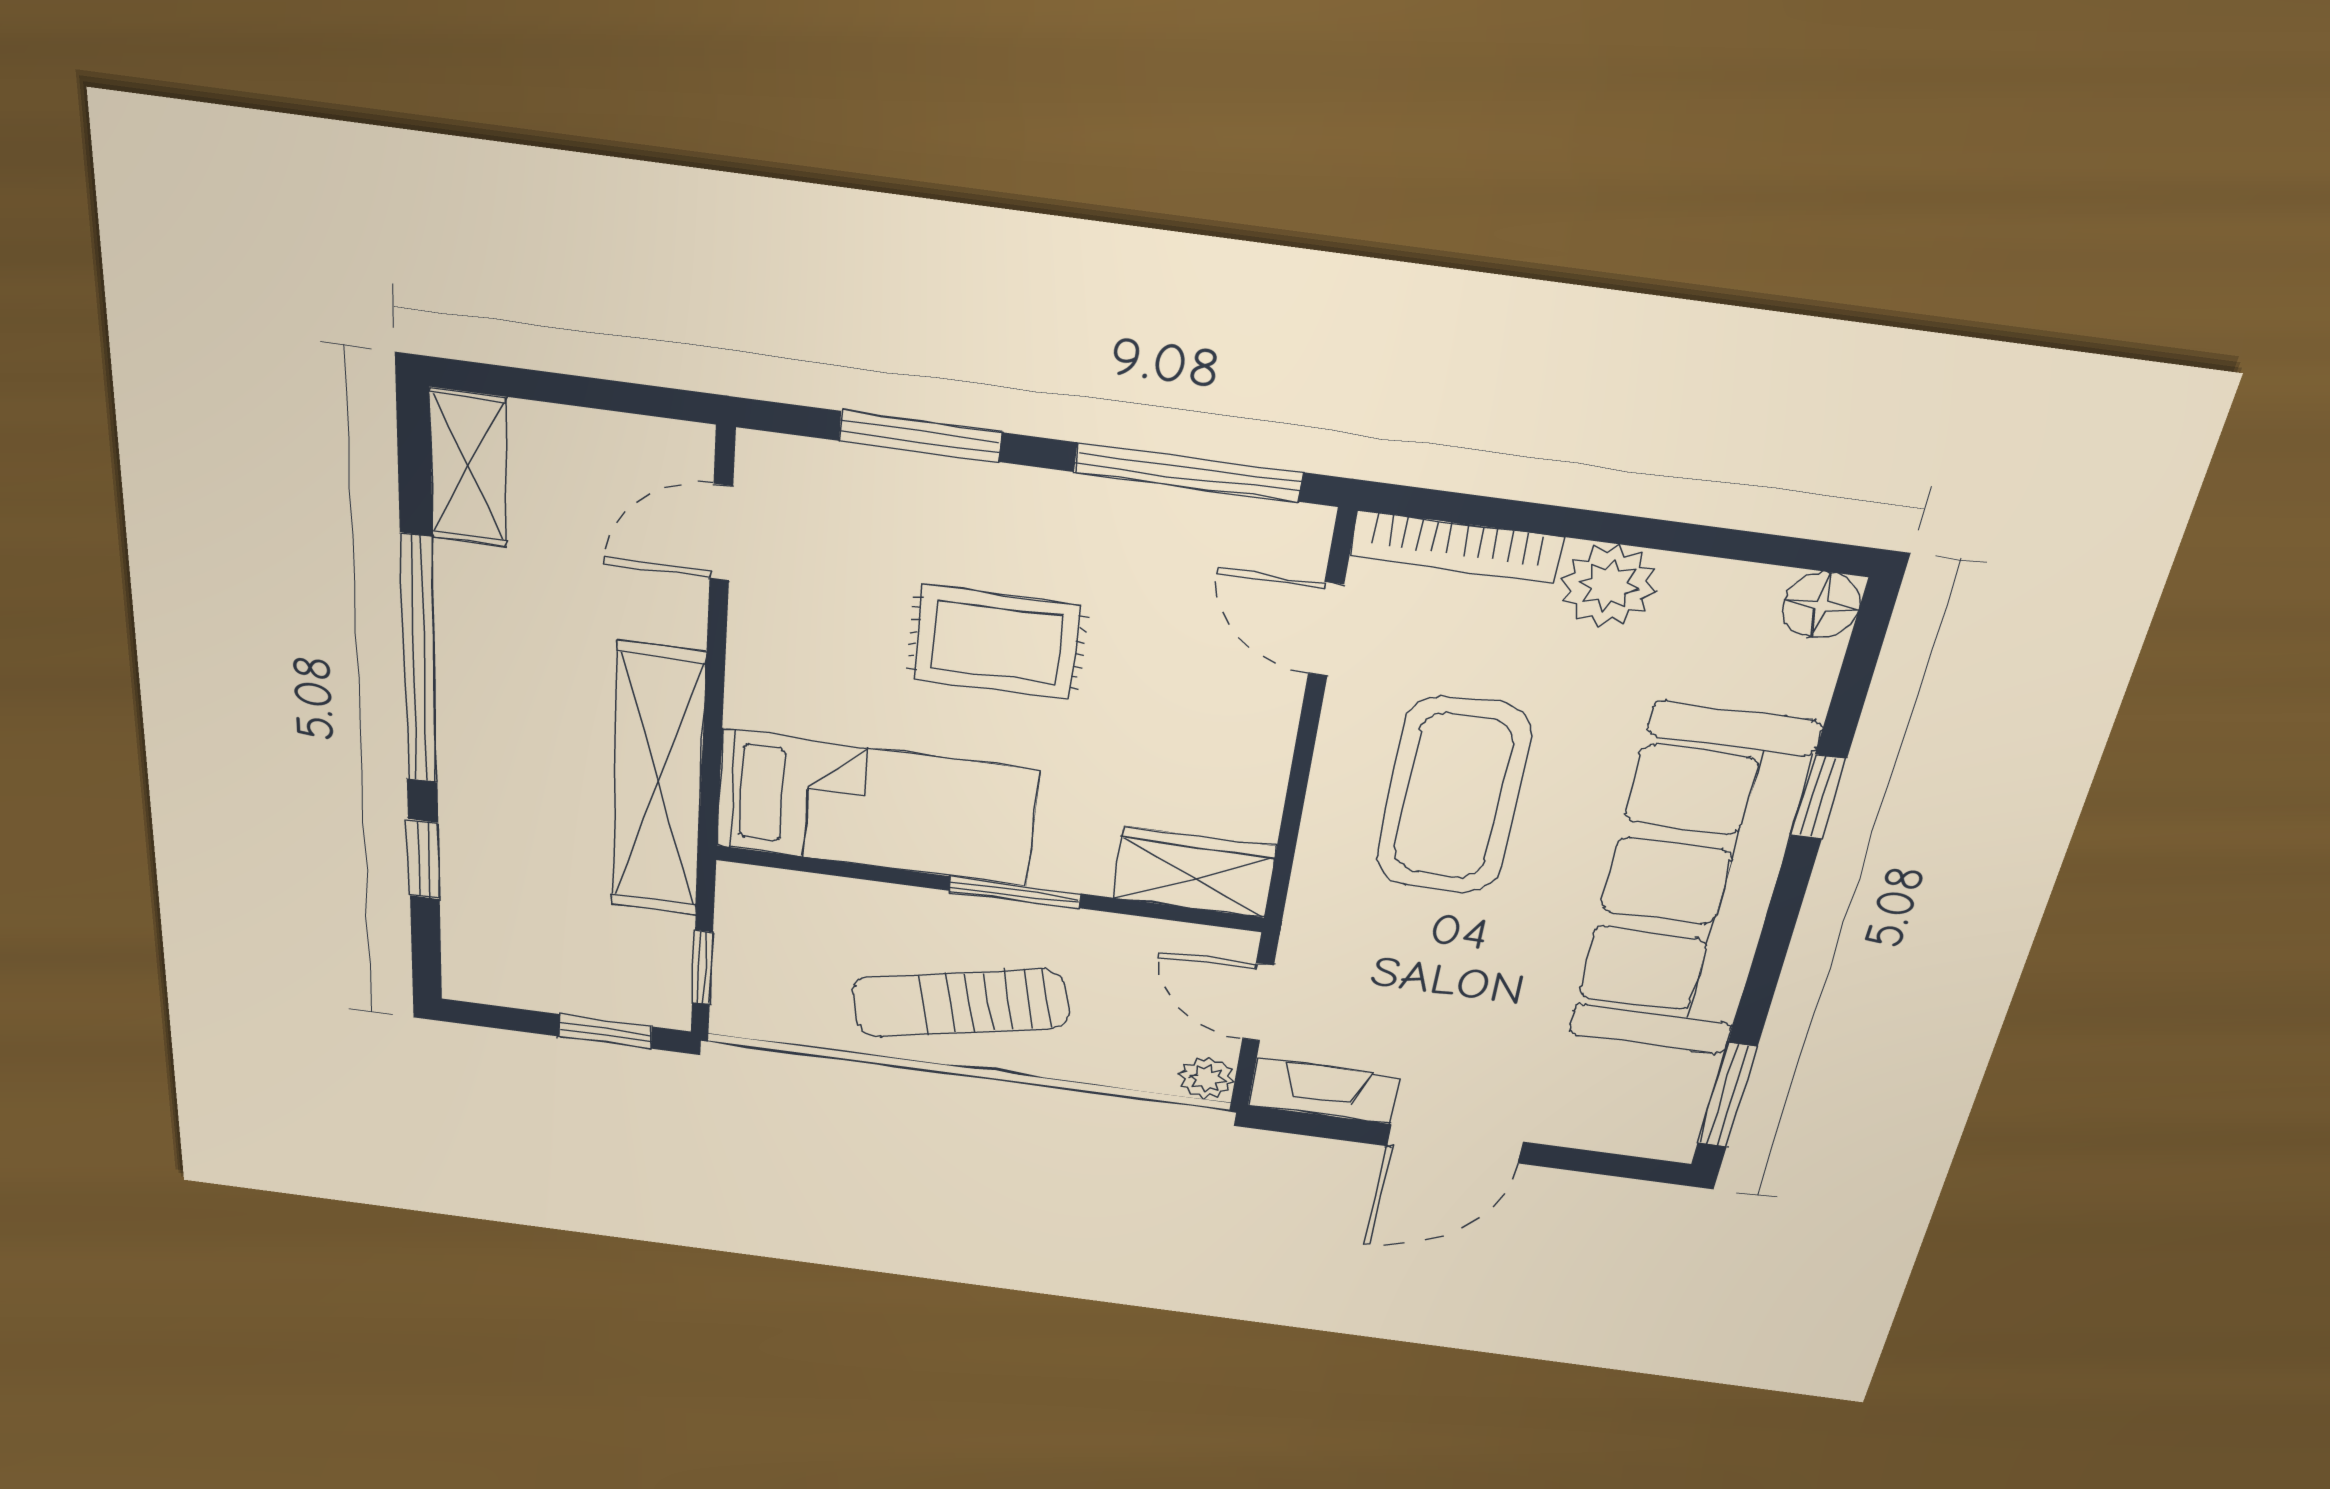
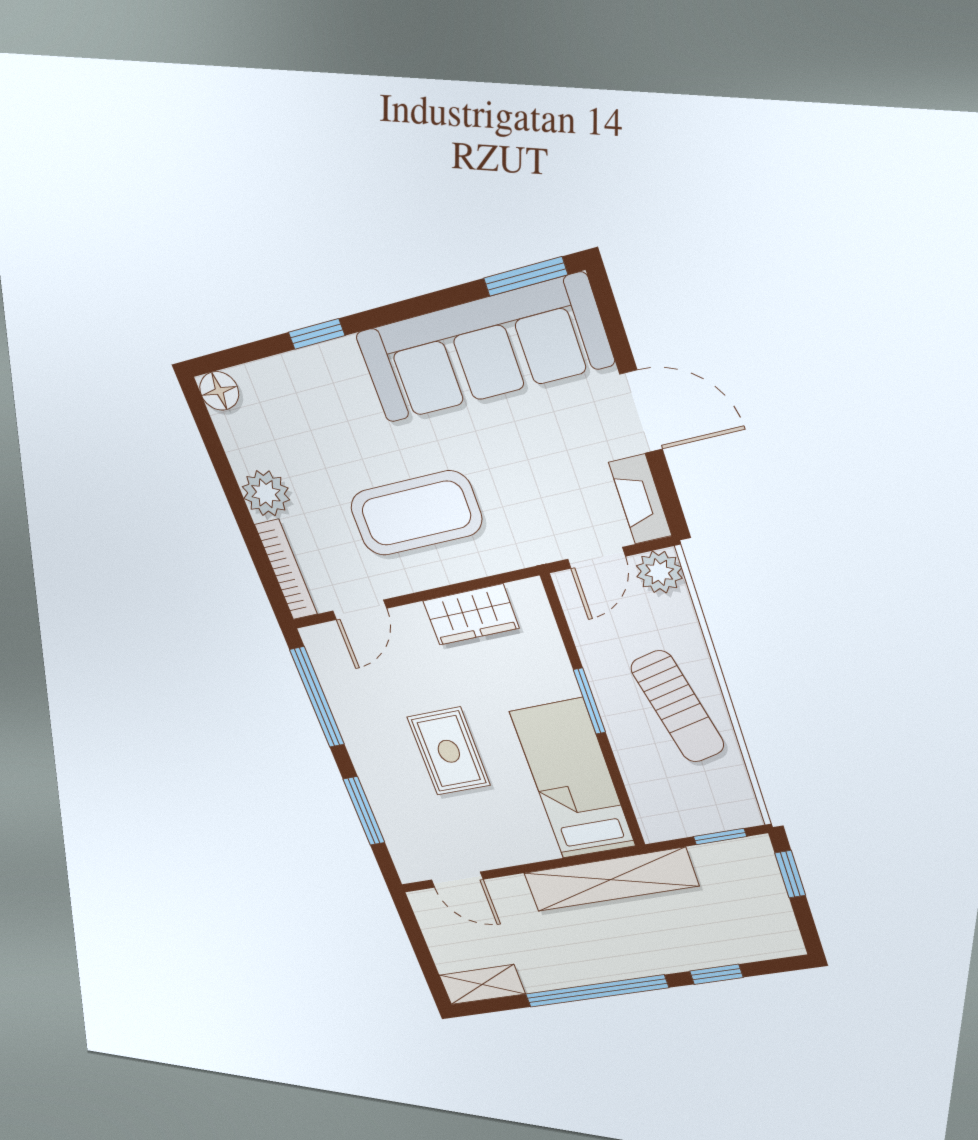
wardrobe: (1195, 872) -> (471, 615), moved, turned -90
sofa: (1691, 884) -> (484, 349), moved
plant: (1207, 1078) -> (659, 572), width x1.38, depth x1.38

